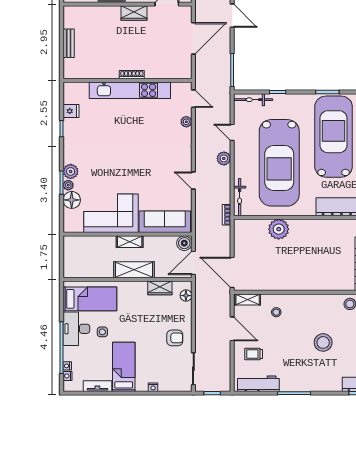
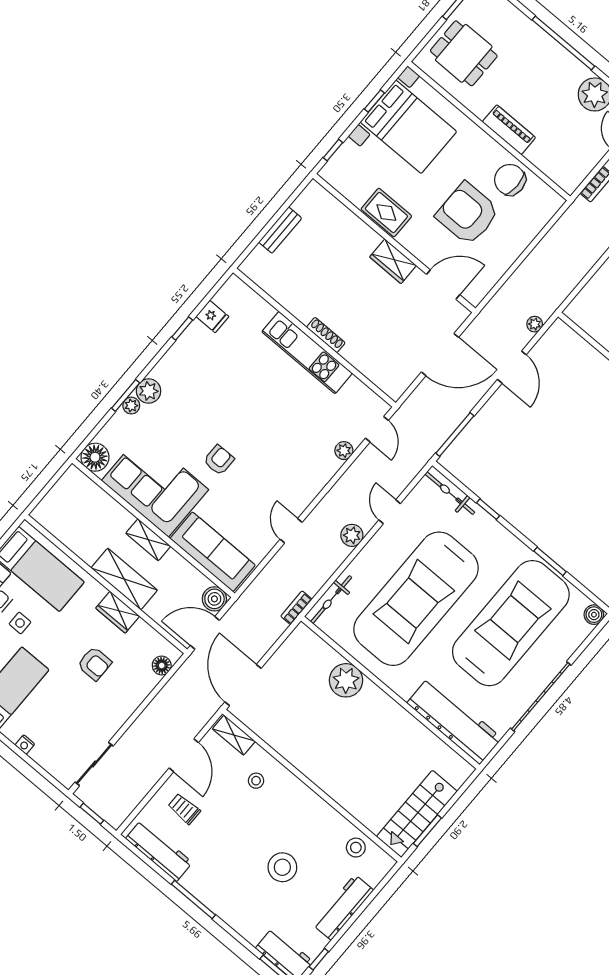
kitchen unit: (130, 90) -> (307, 353), width x0.73
armchair: (131, 176) -> (219, 460), added
floor lamp: (72, 200) -> (95, 457), moved
wardrobe: (160, 288) -> (118, 612), moved
armchair: (175, 338) -> (94, 664), moved

